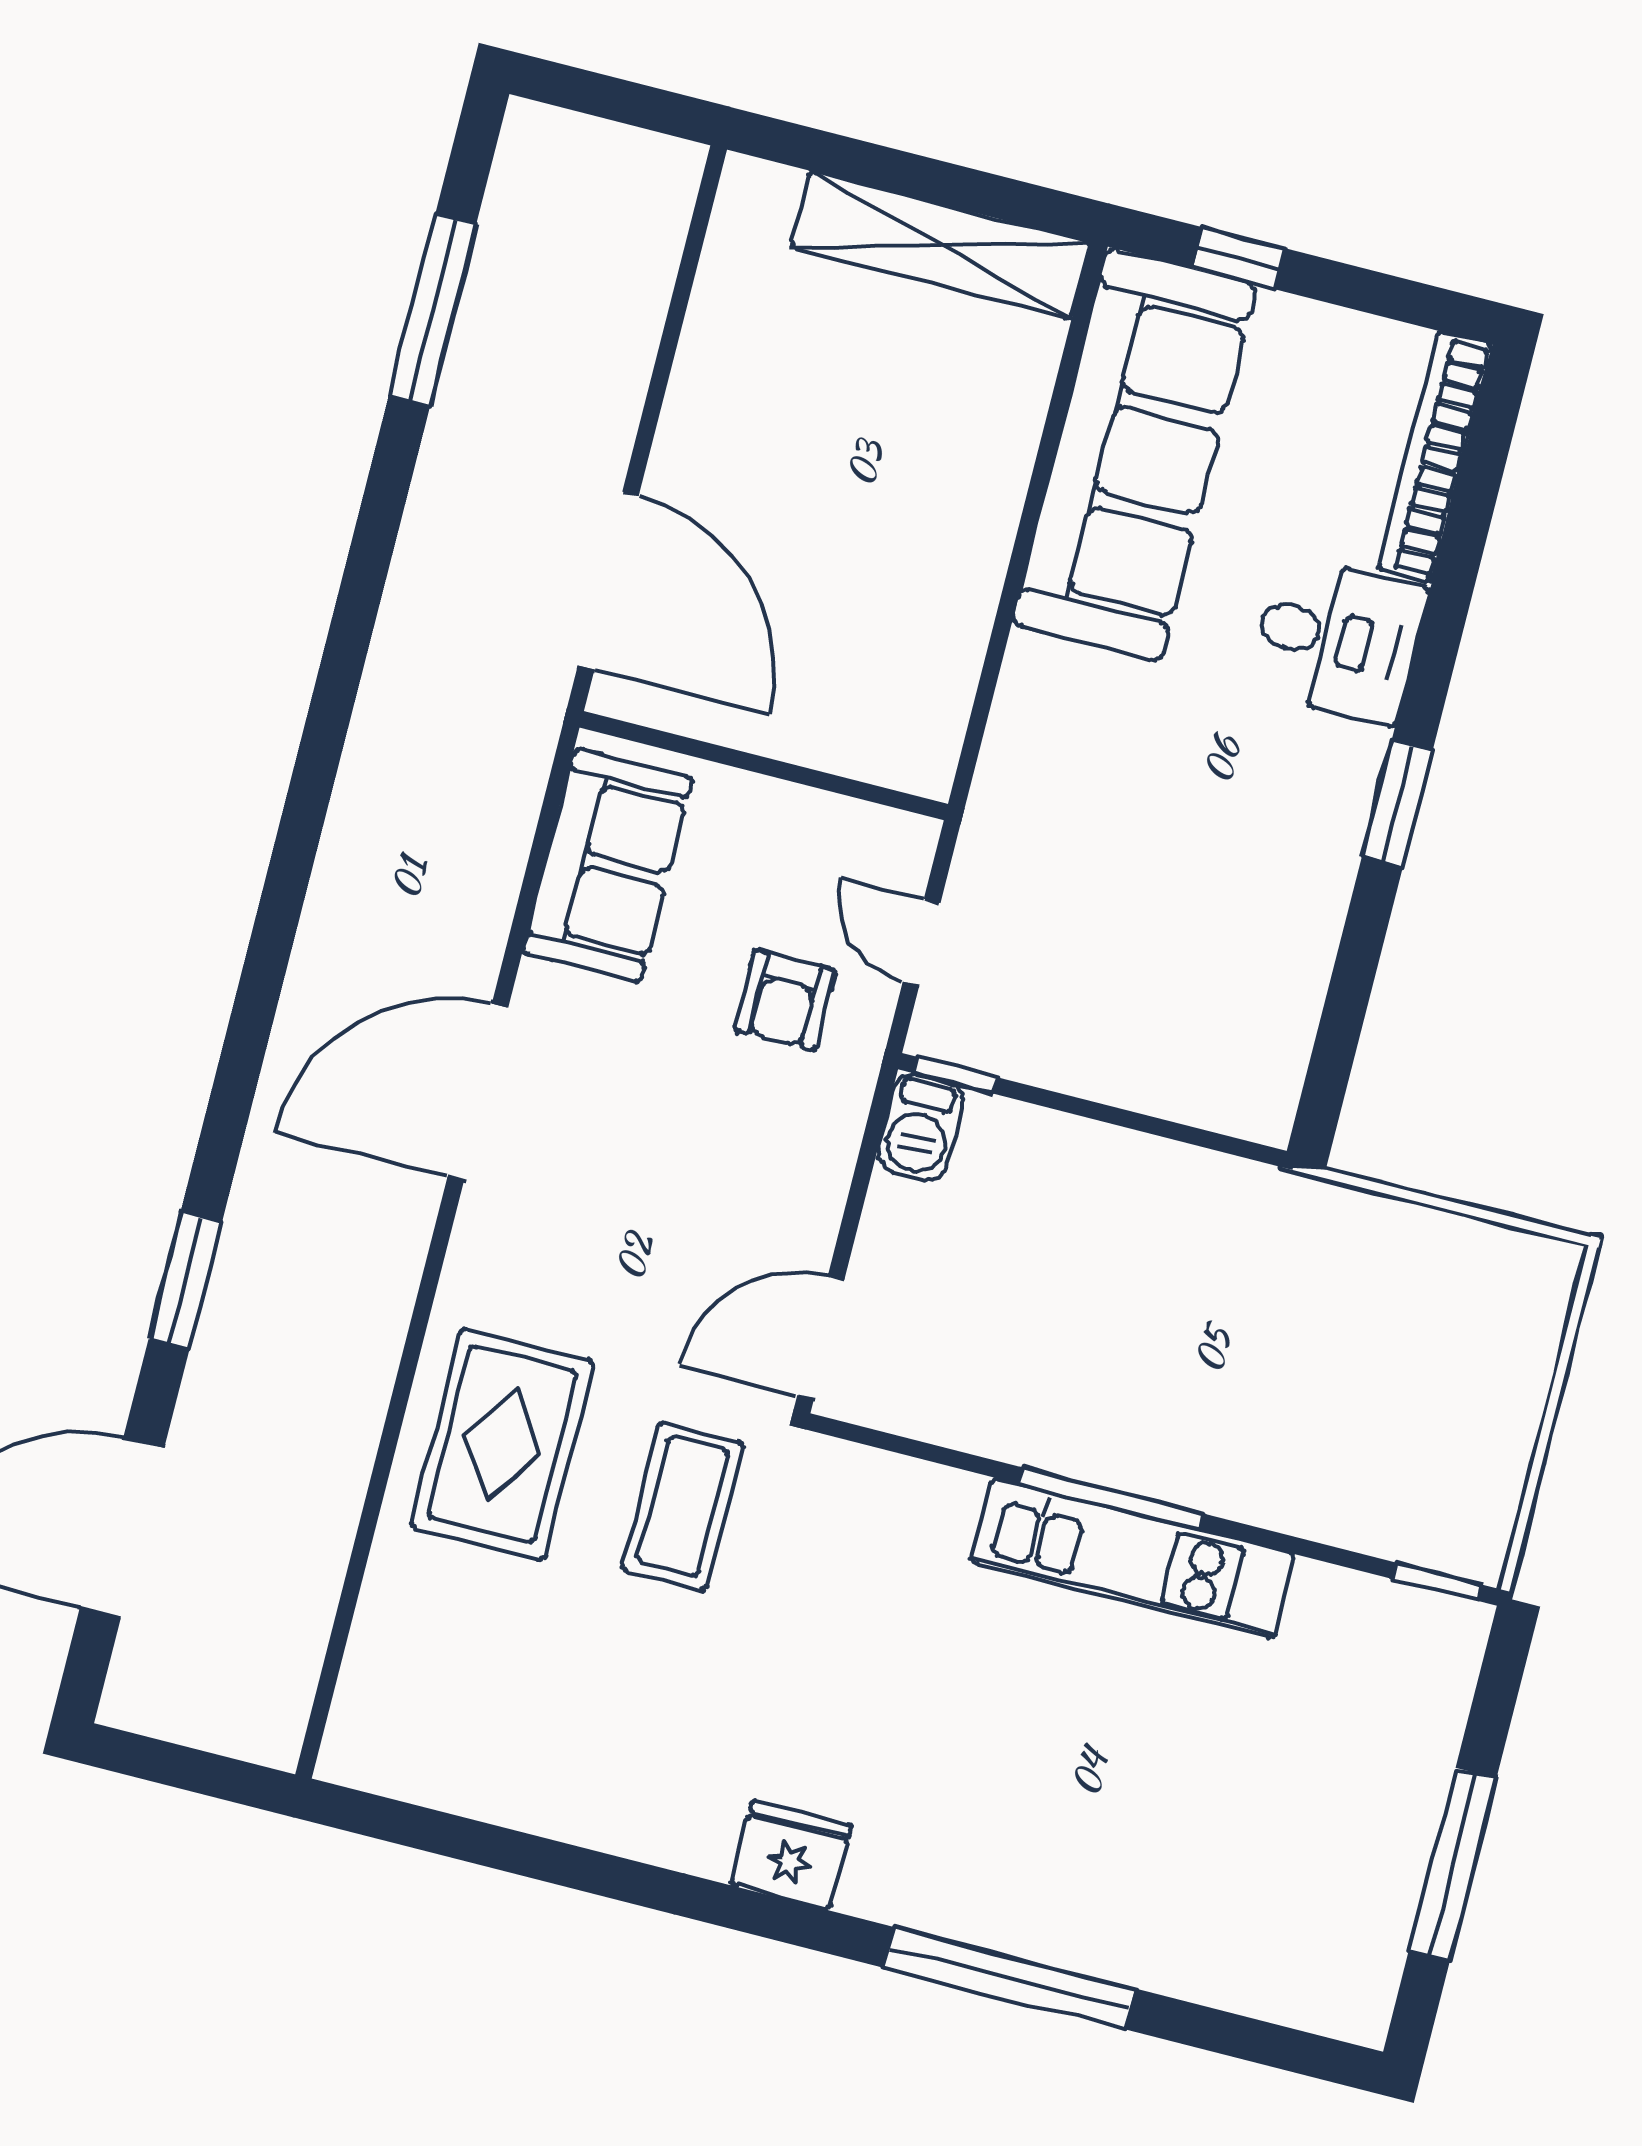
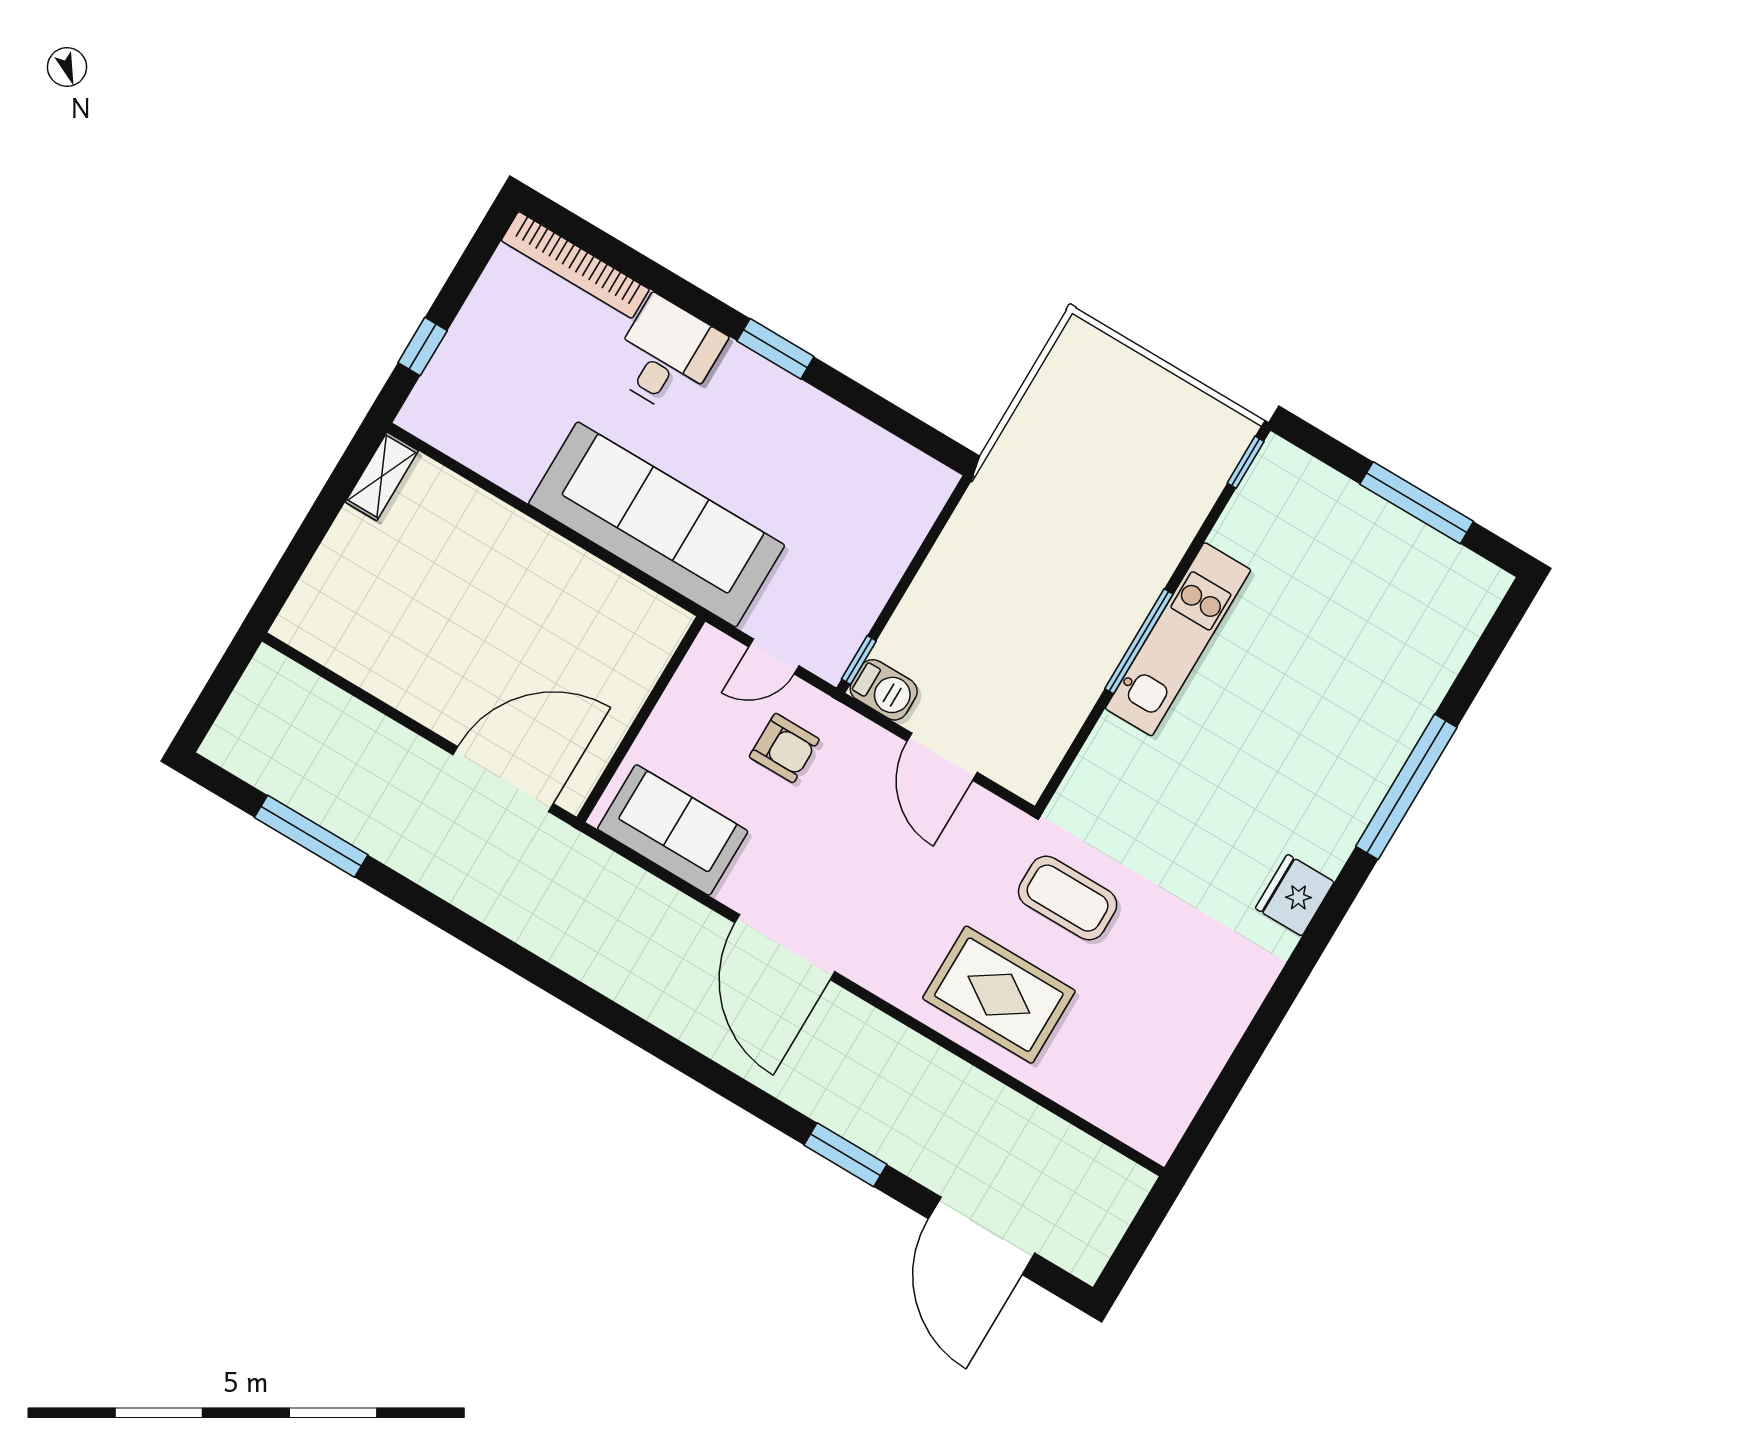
shelving: (941, 245) -> (382, 476), width x0.45, depth x0.75
sofa: (1134, 455) -> (657, 524), moved
door: (821, 1338) -> (942, 757), moved

